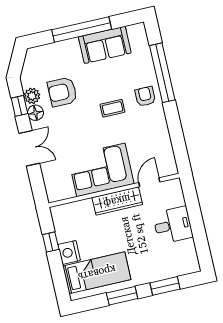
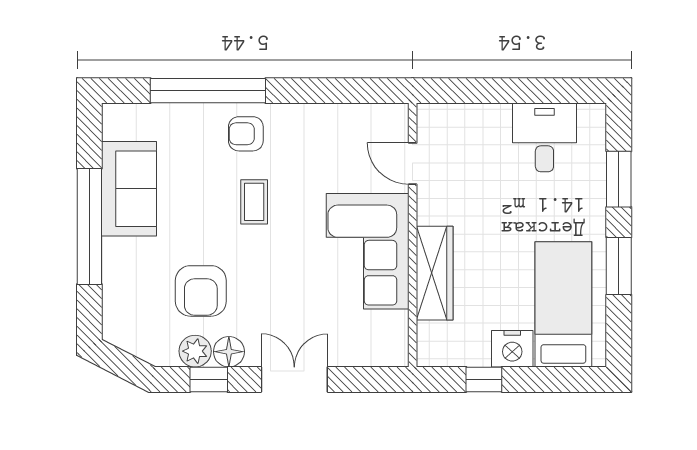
wardrobe: (117, 201) -> (435, 273), moved
desk: (173, 225) -> (544, 137), moved

